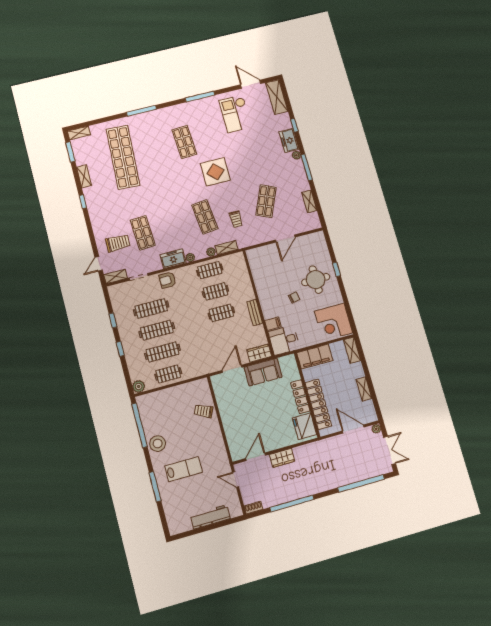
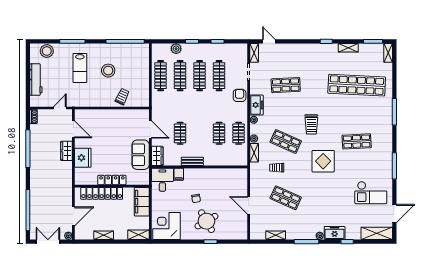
checkout: (235, 114) -> (371, 193), turned 180
shop shelf: (205, 217) -> (286, 141), turned 30
trolley: (118, 243) -> (311, 124), moved
round table: (316, 280) -> (206, 221), turned -30
clothes rail: (221, 313) -> (180, 133), moved
clothes rail: (168, 374) -> (161, 76), width x1.36
plant: (139, 386) -> (176, 49), moved
fridge: (305, 426) -> (83, 158), moved, turned 90
stool: (158, 444) -> (108, 71), moved
double door: (390, 450) -> (48, 242), swing flipped
stool: (174, 514) -> (47, 51), added

